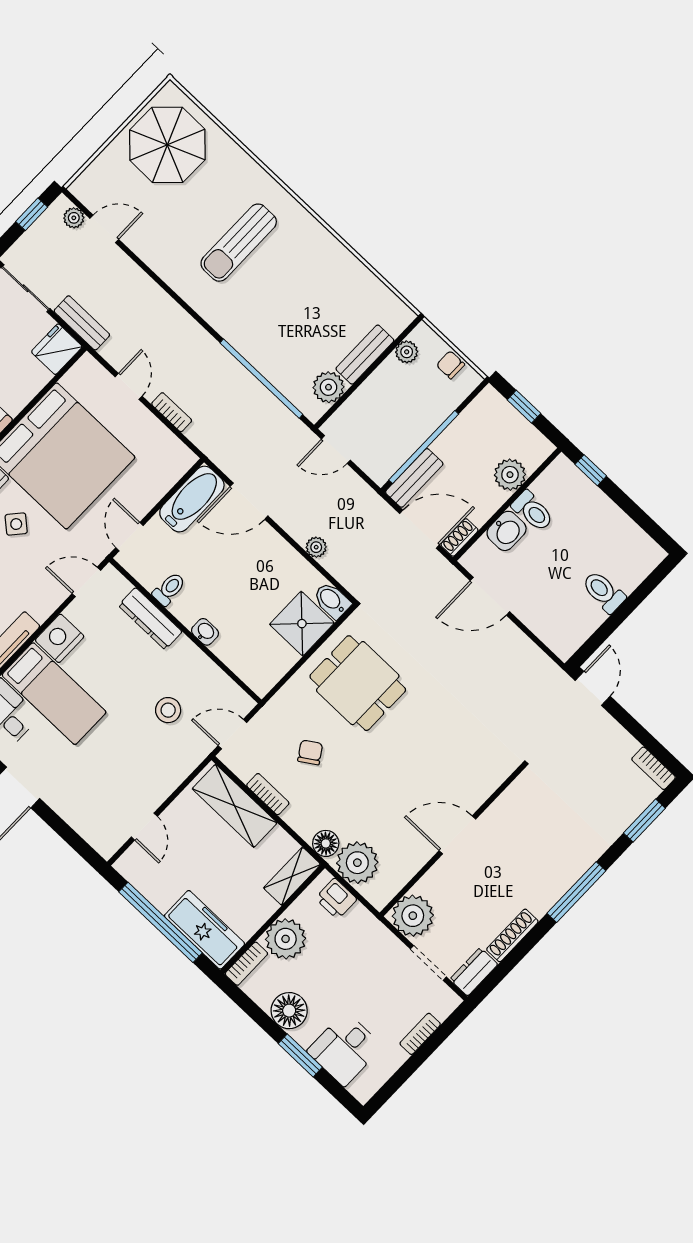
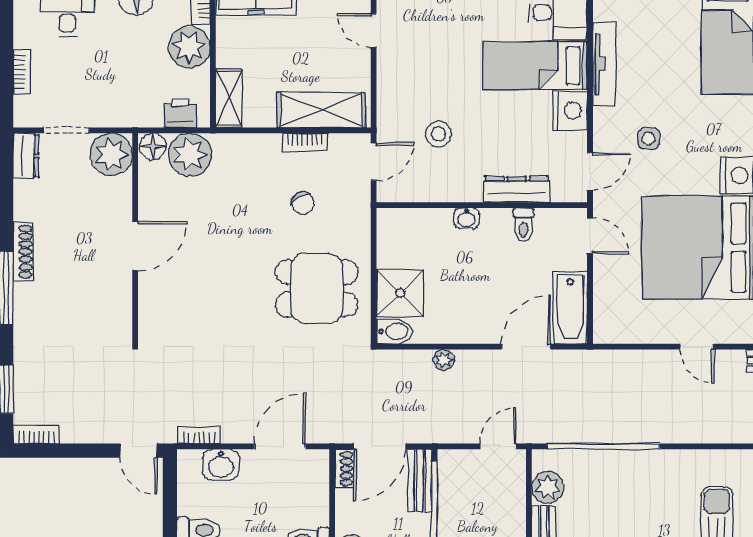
bookcase: (172, 412) -> (199, 435), moved, turned 180
side table: (16, 524) -> (649, 138), moved, turned -38
washbasin: (507, 531) -> (221, 465), moved, turned -90
floor lamp: (326, 843) -> (153, 147), moved
shoe rack: (512, 935) -> (23, 252), moved

